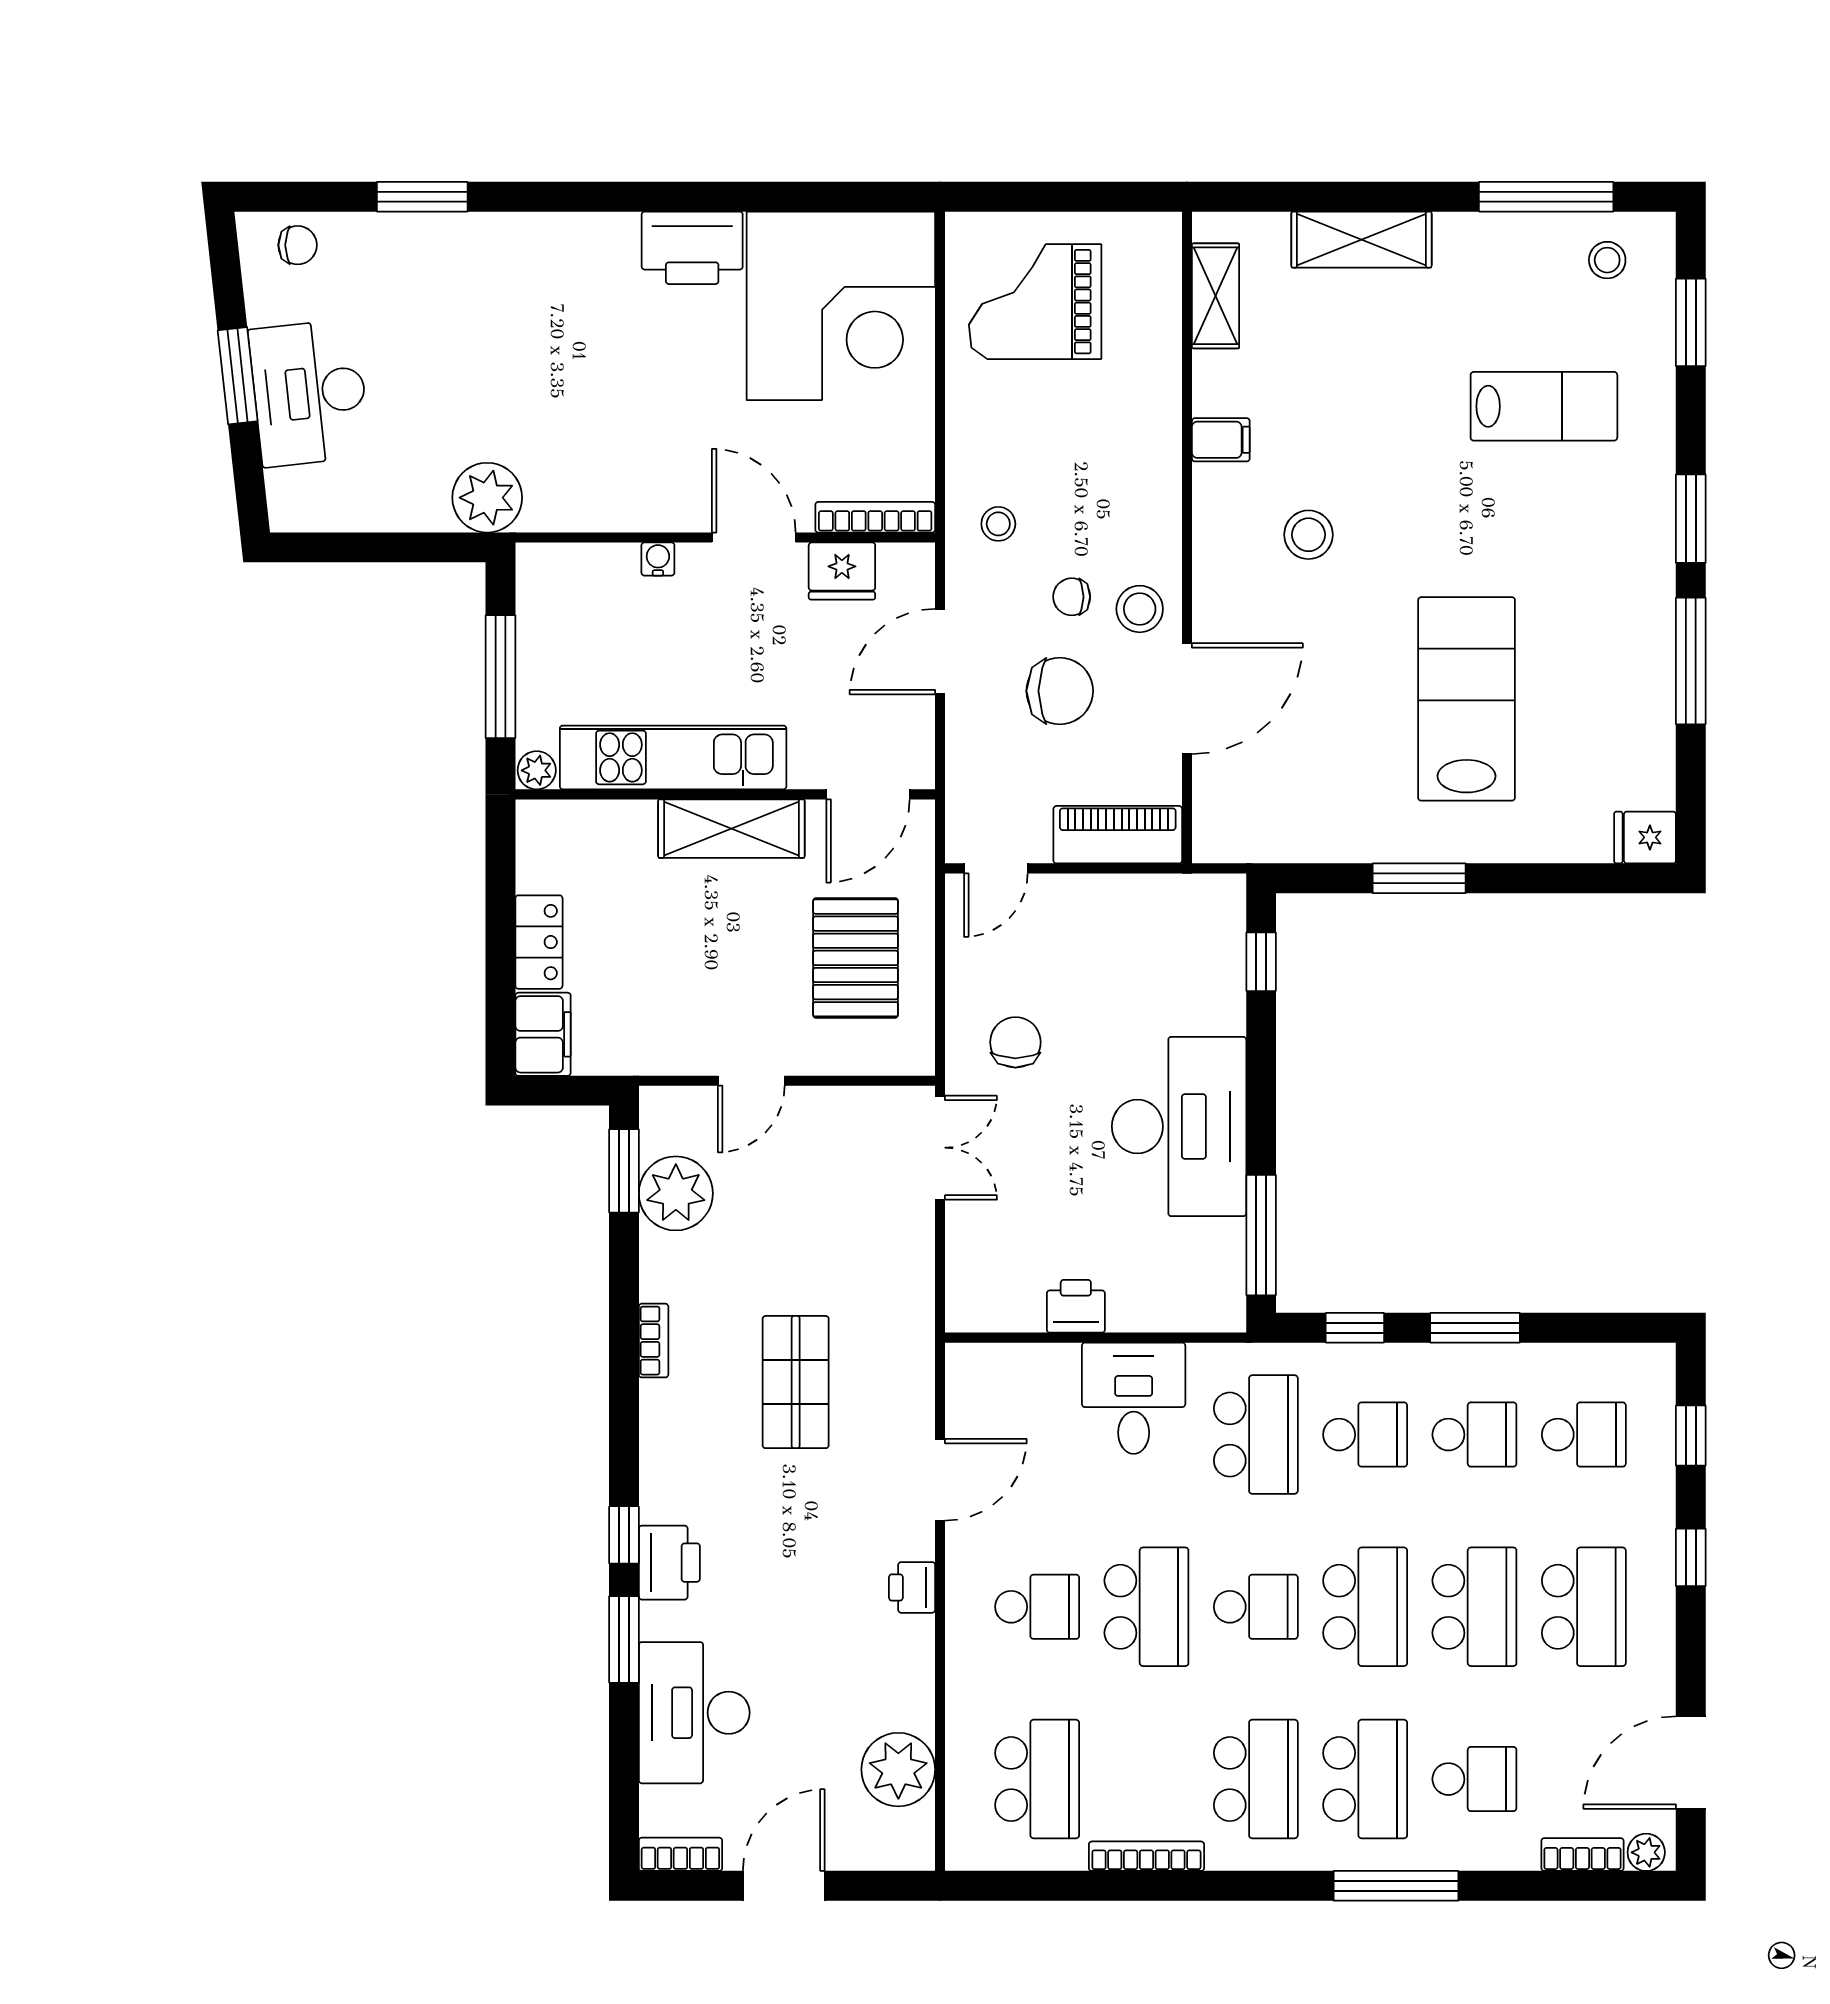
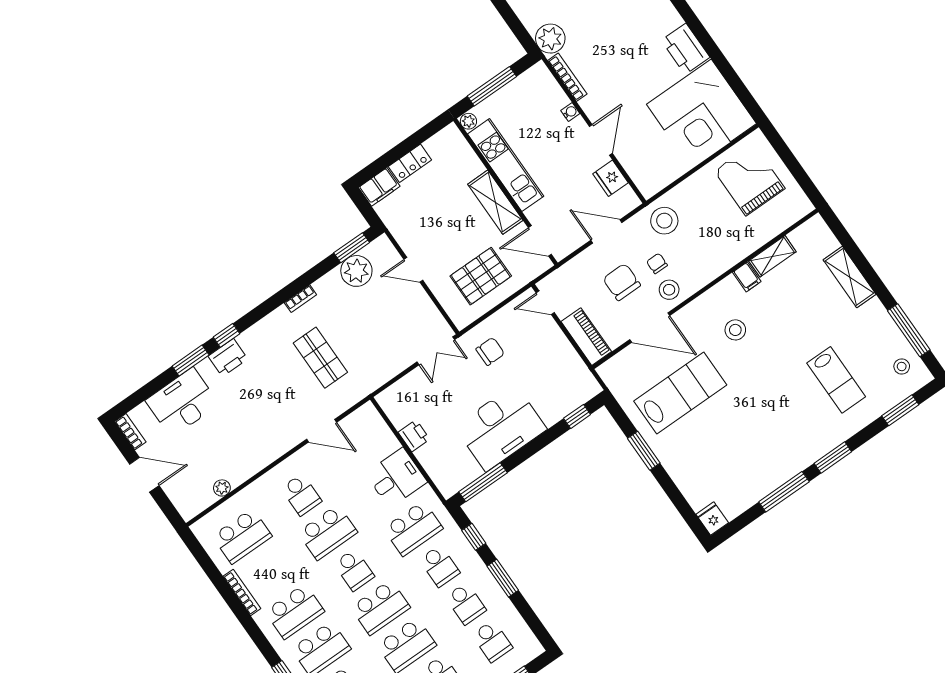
shelving: (1216, 296) -> (772, 256), moved
bookcase: (875, 517) -> (567, 77), moved
stool: (998, 524) -> (664, 221), width x1.89, depth x1.89
chair: (1060, 691) -> (622, 282), turned 180
lab bench: (1467, 699) -> (680, 393), moved
shop shelf: (796, 1382) -> (320, 358), turned 90
printer: (912, 1587) -> (278, 447), removed
plant: (898, 1770) -> (222, 488), width x0.53, depth x0.53

